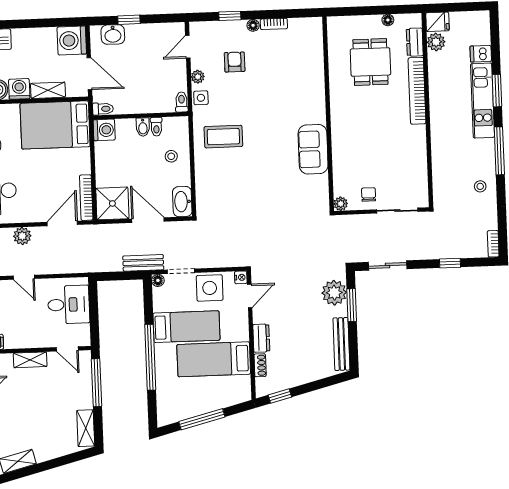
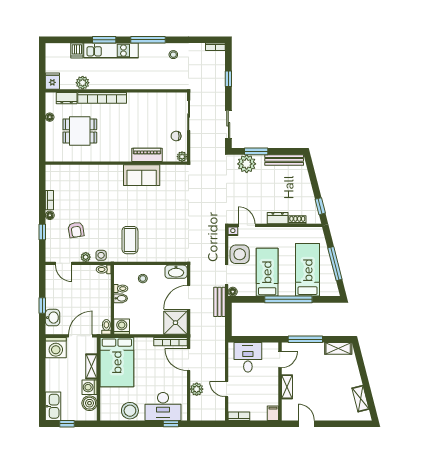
plant: (436, 42) -> (83, 83), moved
armchair: (235, 62) -> (76, 230), turned -99
piano: (341, 156) -> (147, 155), added
door: (24, 277) -> (227, 389), swing flipped
bed: (214, 359) -> (308, 270), moved, turned 180

